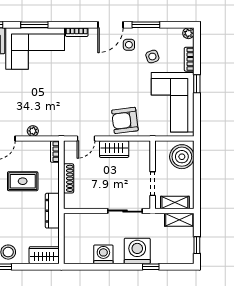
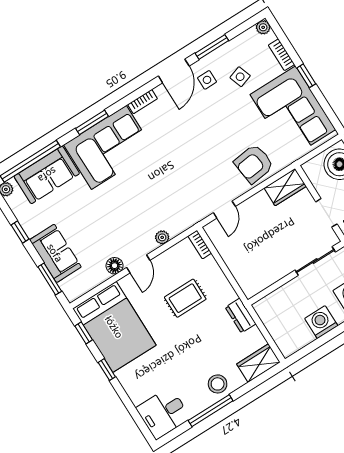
wardrobe: (114, 149) -> (285, 187), moved
shoe rack: (69, 178) -> (233, 264), removed
dresser: (52, 211) -> (241, 316), width x0.70

